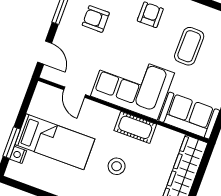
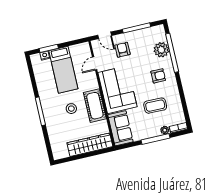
armchair: (96, 19) -> (122, 50), moved
door: (45, 53) -> (105, 35), hinge flipped
cot: (135, 127) -> (95, 106), width x1.37, depth x1.34

